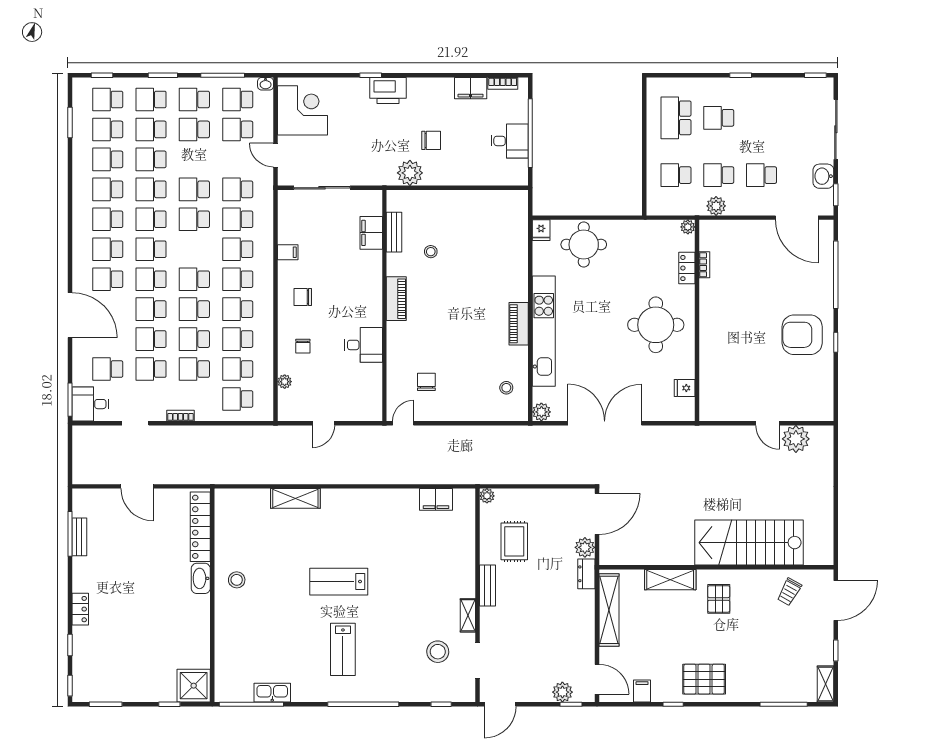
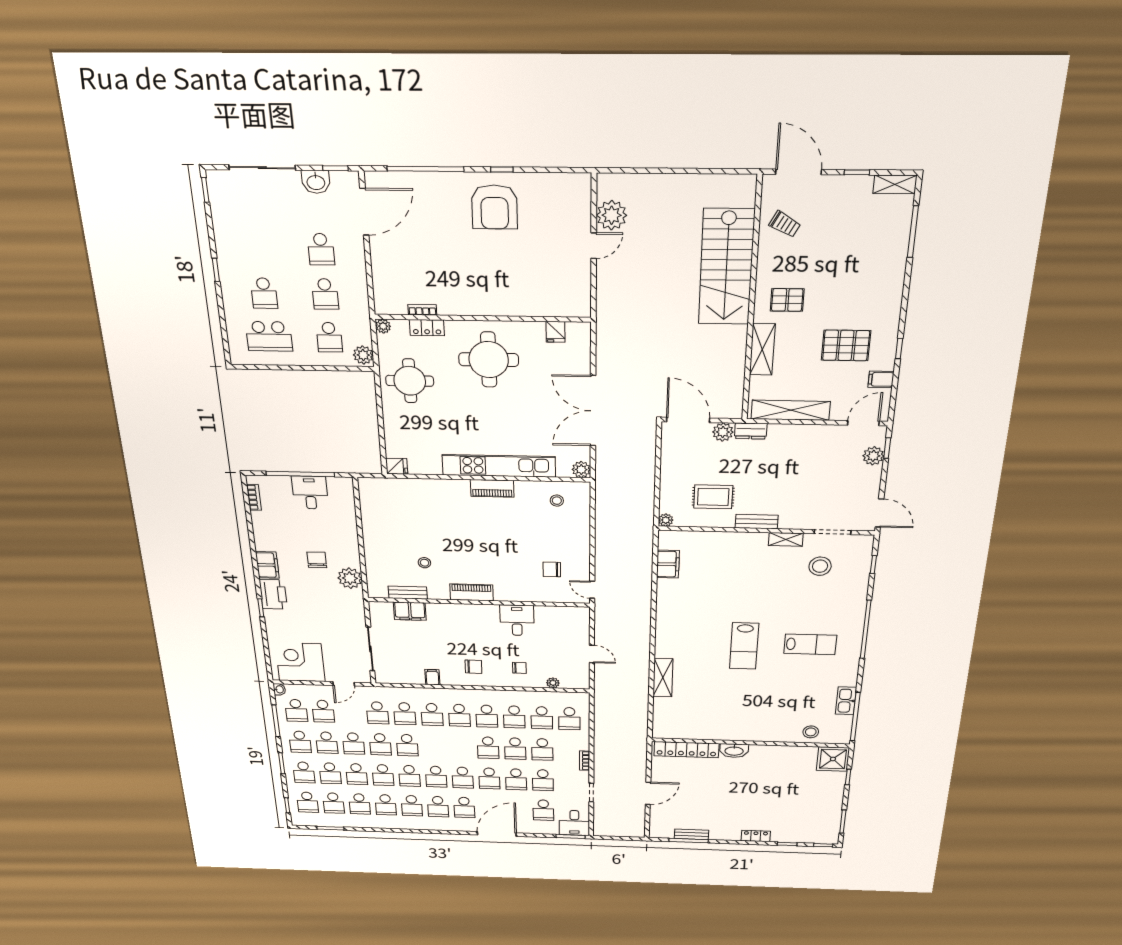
filing cabinet: (471, 88) -> (267, 565), moved
plant: (716, 206) -> (363, 355), moved
round table: (584, 245) -> (410, 381), moved
school desk: (194, 279) -> (353, 744), moved
chair: (303, 297) -> (473, 667), turned -89
stool: (237, 580) -> (811, 732), moved
pallet: (704, 679) -> (846, 345), moved, turned 90

